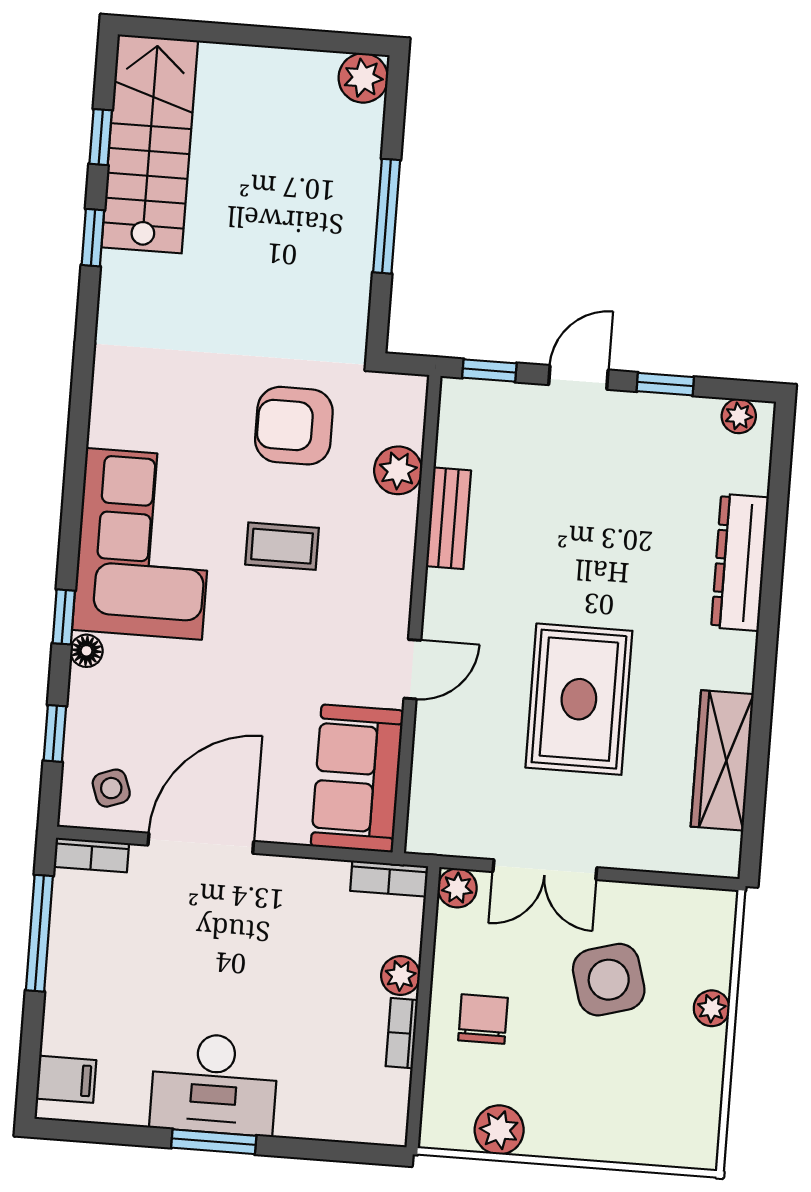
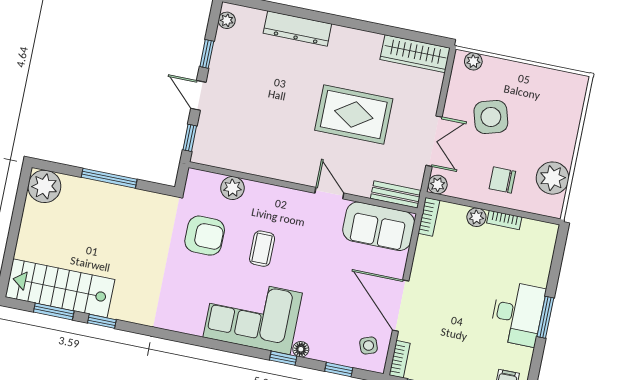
plant: (363, 78) -> (44, 186), width x1.36, depth x1.36
window: (101, 137) -> (54, 311), width x1.50
armchair: (294, 426) -> (205, 236), turned -90
bench: (448, 518) -> (396, 195), moved
wardrobe: (722, 760) -> (415, 54), moved
plant: (712, 1008) -> (473, 61), moved
plant: (499, 1130) -> (553, 178), width x1.36, depth x1.36

